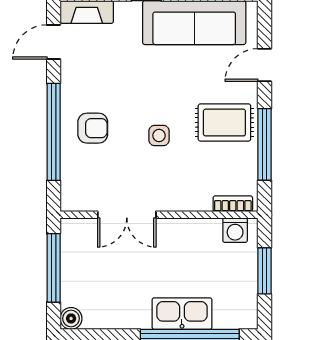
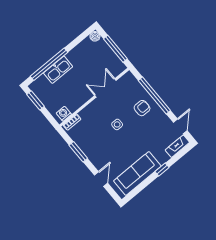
rug: (224, 123) -> (98, 148), removed
armchair: (93, 128) -> (142, 108), turned 180
window: (265, 144) -> (78, 152), width x0.69
window: (265, 271) -> (36, 100), moved

